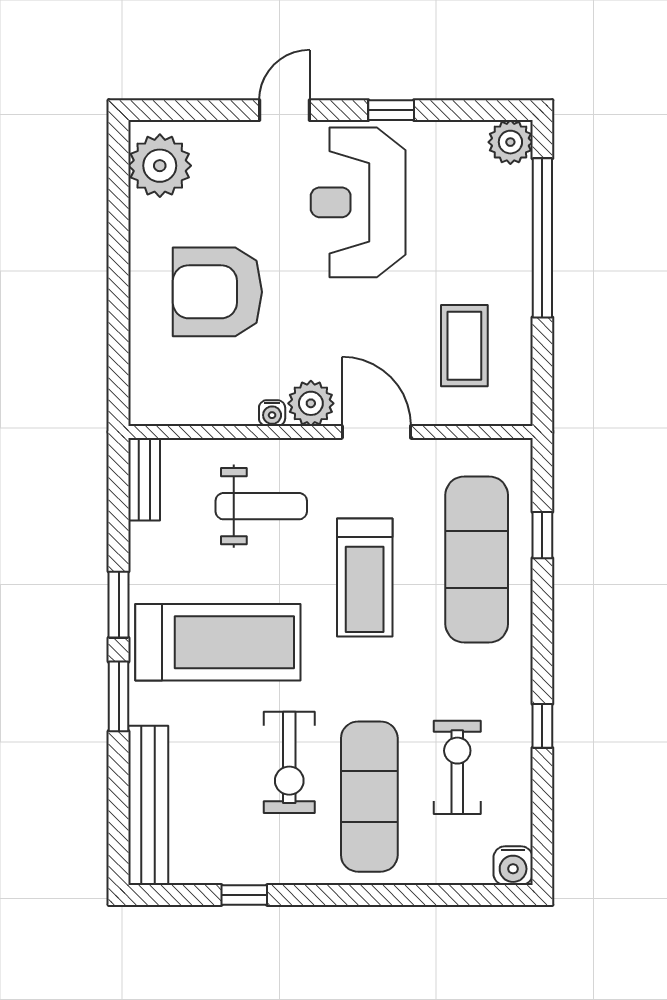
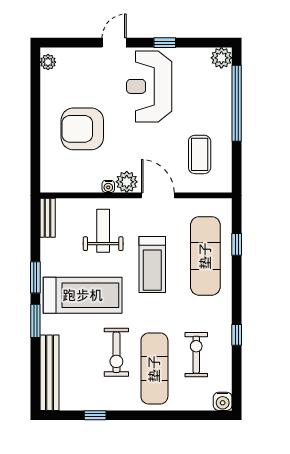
plant: (160, 166) -> (48, 62), width x0.53, depth x0.53
weight bench: (261, 506) -> (103, 231), turned -90

